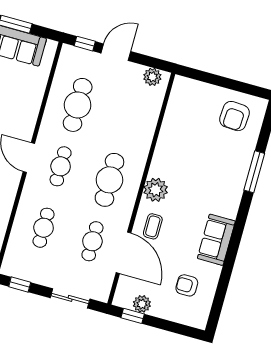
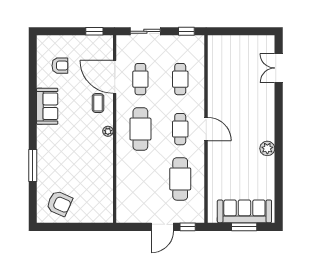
plant: (152, 77) -> (130, 216), removed
armchair: (235, 116) -> (59, 203), turned 111
plant: (156, 190) -> (108, 131), width x0.53, depth x0.53
plant: (142, 304) -> (90, 42), removed

